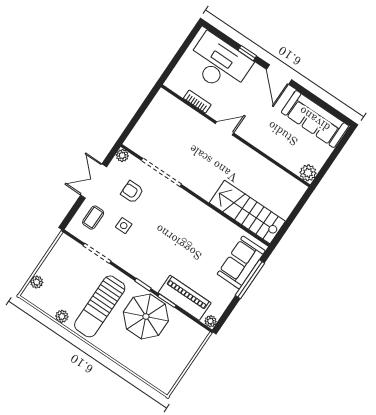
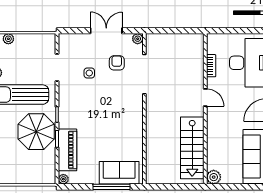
stairs: (247, 212) -> (192, 148), moved, turned 180
coffee table: (93, 218) -> (80, 48), removed

